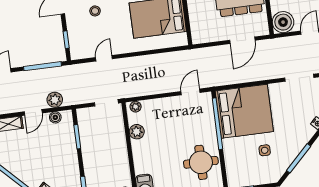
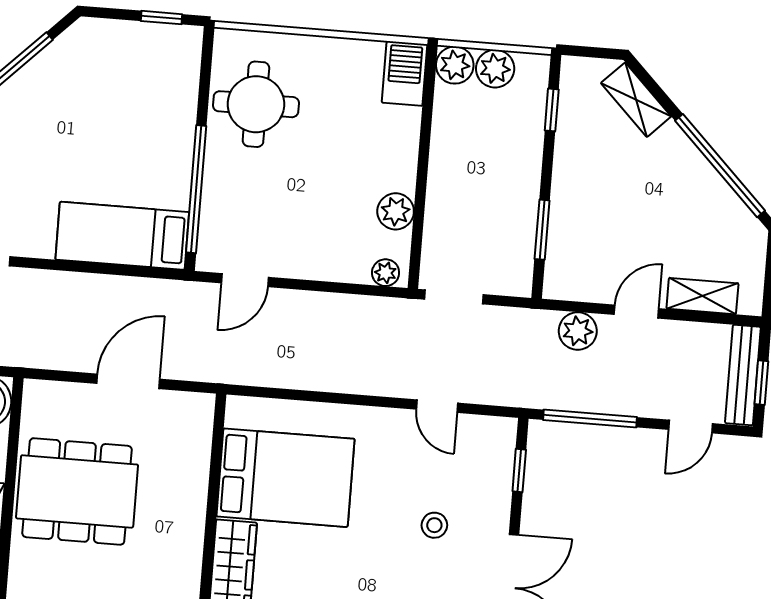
door: (242, 40) -> (128, 381), moved
door: (104, 58) -> (437, 406), hinge flipped
bed: (244, 111) -> (122, 236), width x0.49
boiler: (55, 117) -> (585, 288), removed
side table: (265, 150) -> (95, 100), removed

